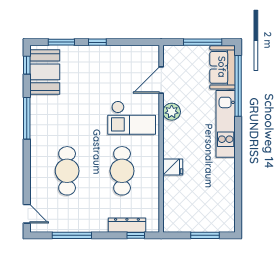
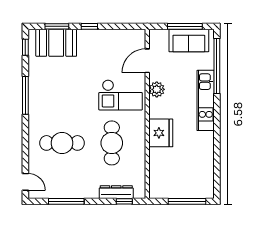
sofa: (222, 67) -> (189, 41), moved, turned -90
booth: (45, 72) -> (56, 43), moved, turned 90
fridge: (173, 167) -> (161, 133), width x1.88, depth x1.34
cafe table: (67, 171) -> (62, 143), turned 90
window: (205, 235) -> (187, 201), width x1.44

